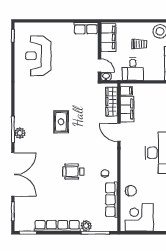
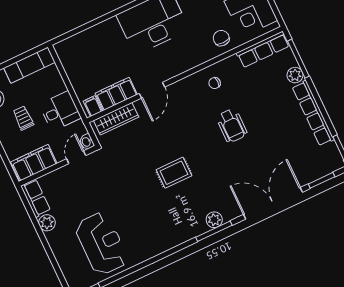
plant: (67, 28) -> (47, 223), added
reception desk: (38, 56) -> (101, 244), turned -90
row of seats: (112, 200) -> (263, 49), moved

